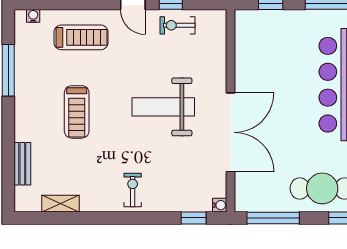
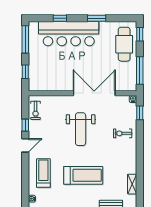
exercise bike: (177, 25) -> (36, 110), moved
treadmill: (77, 112) -> (83, 175), width x1.37, depth x1.38
exercise bike: (133, 190) -> (123, 133), moved

